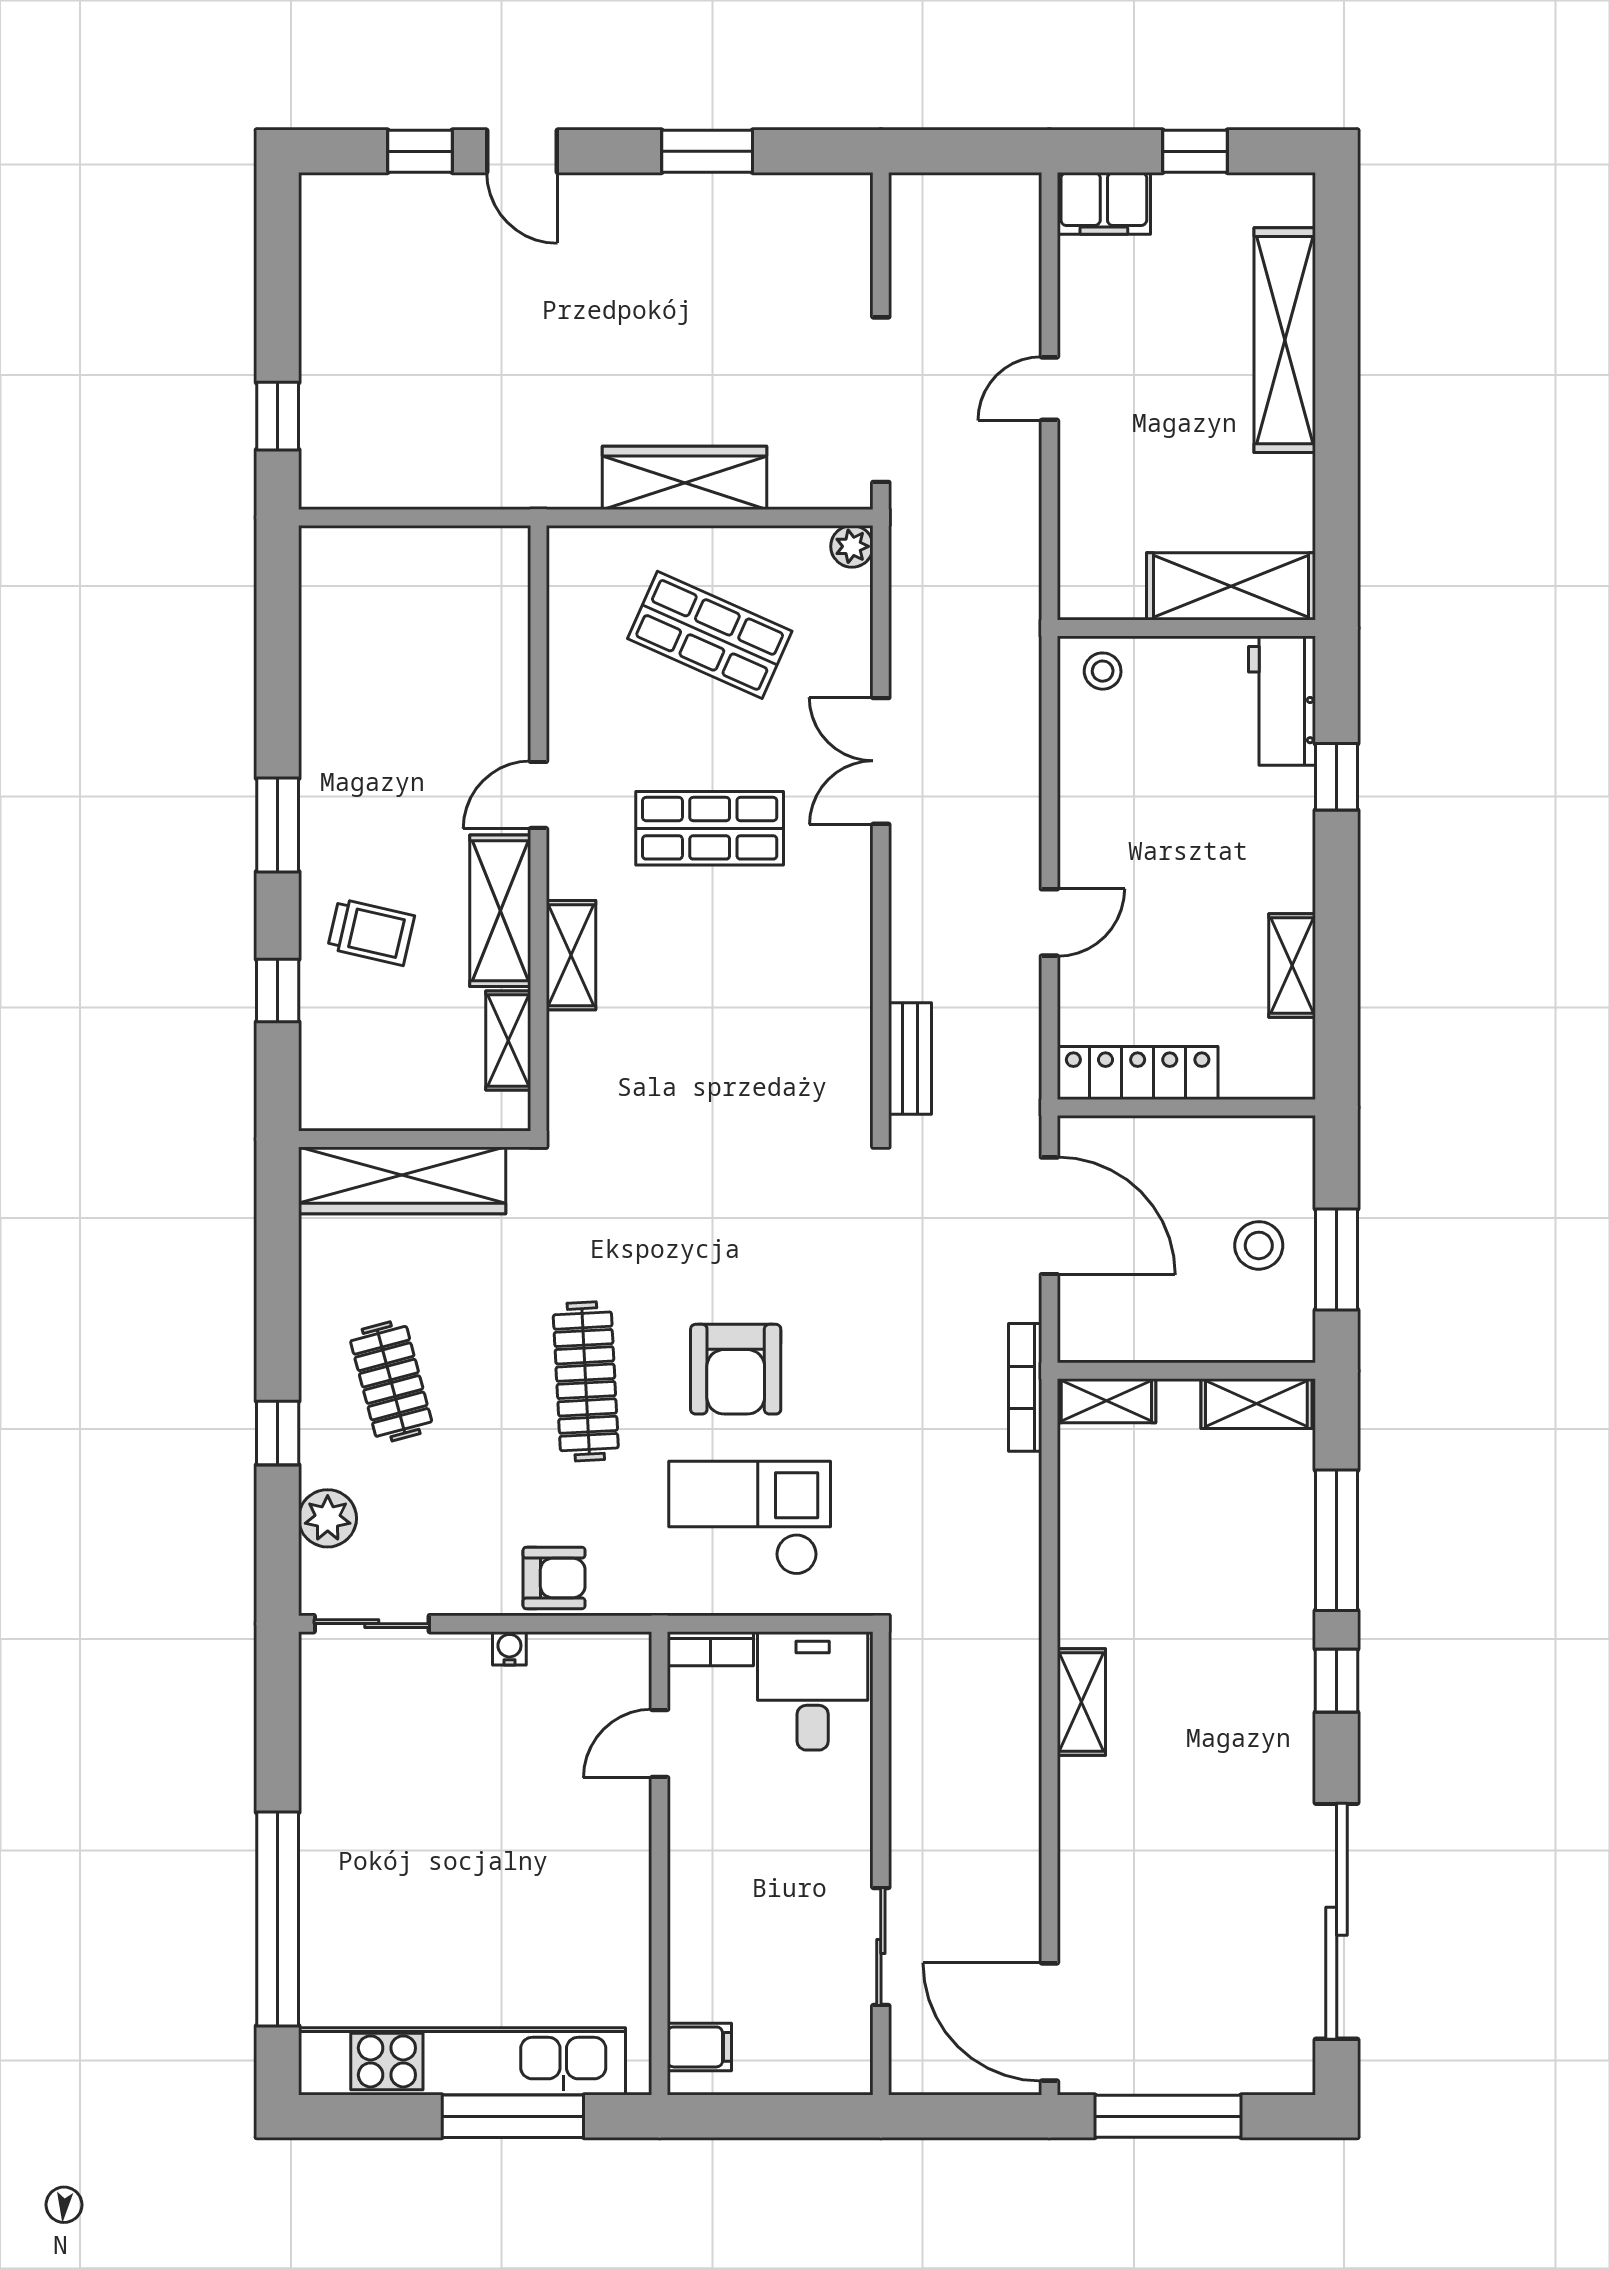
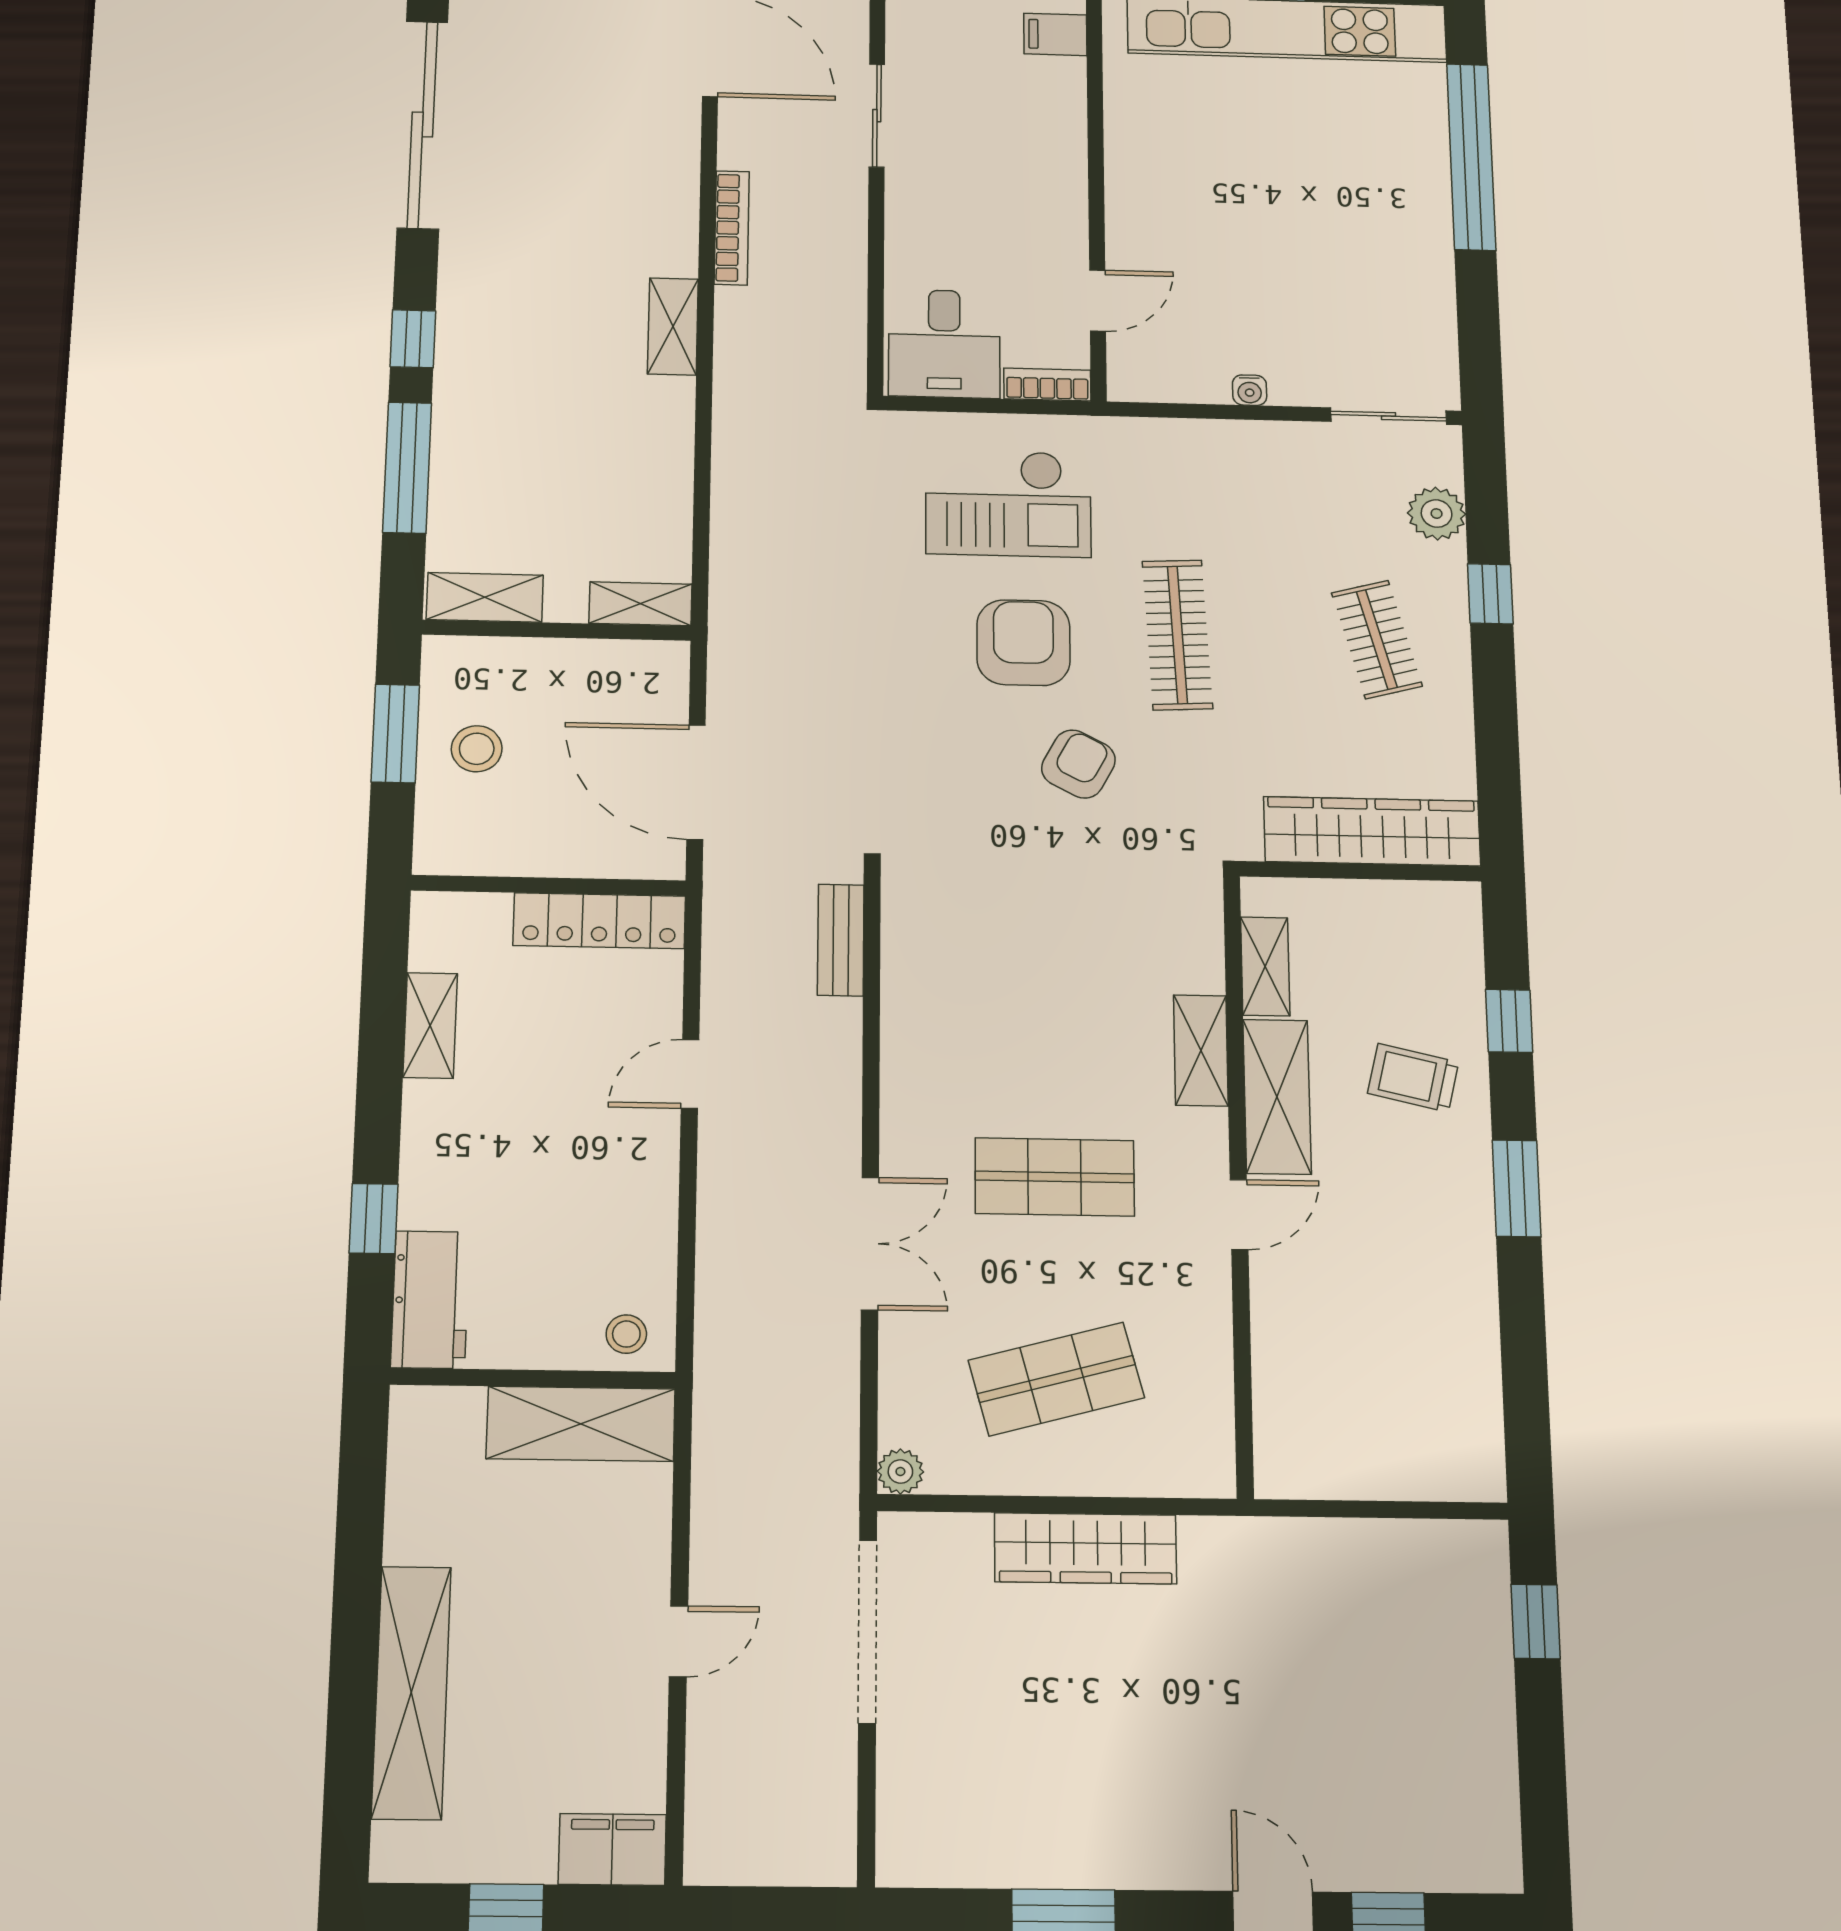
shelving: (1231, 586) -> (581, 1424), moved
shop shelf: (710, 635) -> (1056, 1379), turned -39
bookcase: (1025, 1387) -> (732, 228), moved
armchair: (554, 1578) -> (1078, 764), moved, turned 118

